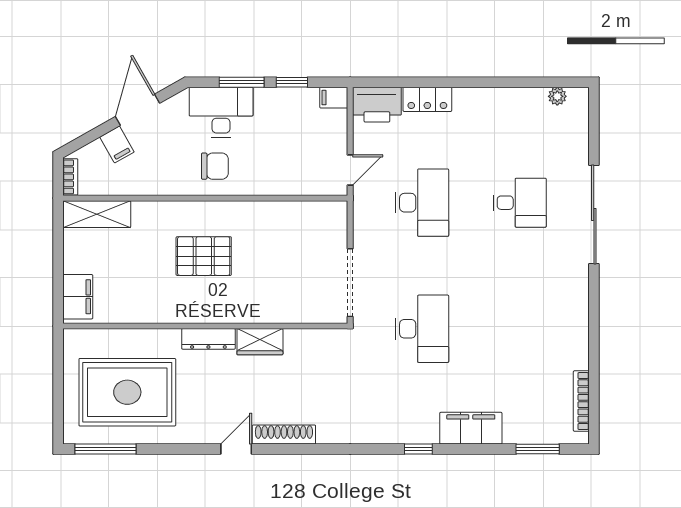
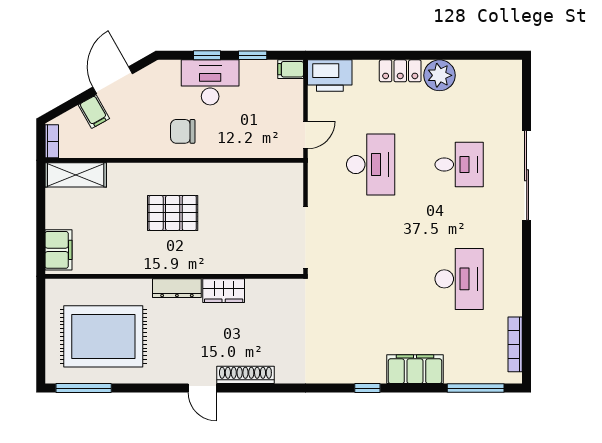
window: (242, 82) -> (207, 55), width x0.67
plant: (557, 96) -> (439, 75), moved, width x1.87, depth x1.87
locker: (427, 99) -> (400, 71), moved
desk: (221, 112) -> (210, 82), moved
chair: (215, 166) -> (183, 131), turned 180
desk: (422, 329) -> (459, 279), moved
door: (236, 449) -> (202, 388), swing flipped
window: (538, 449) -> (476, 388), width x1.44

